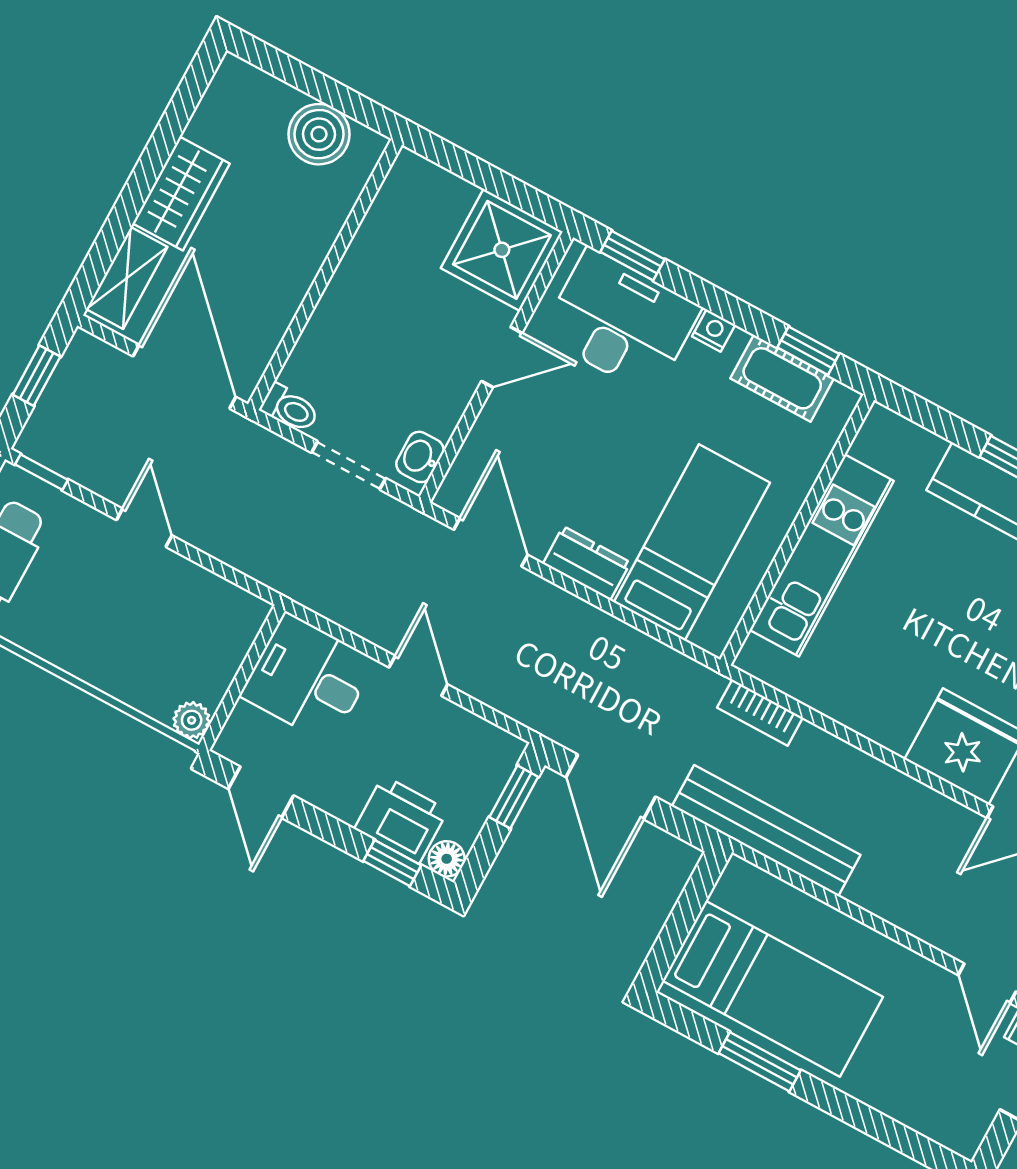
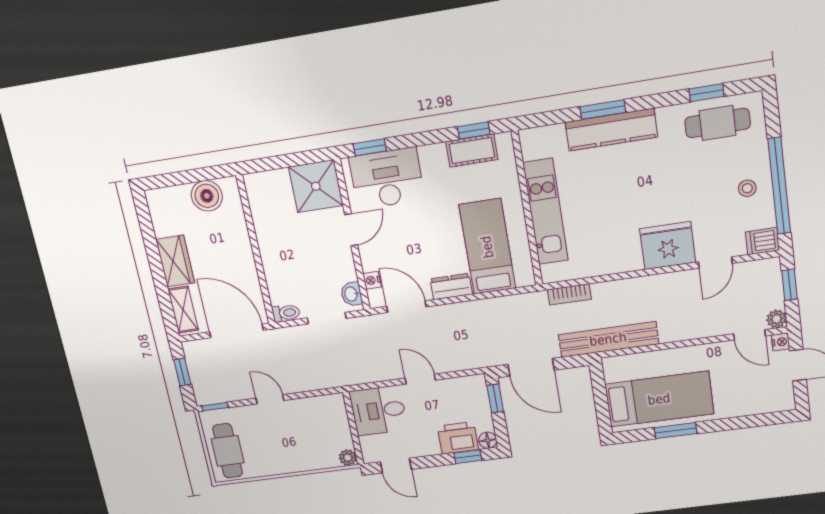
nightstand: (714, 331) -> (372, 280), moved, turned -90

